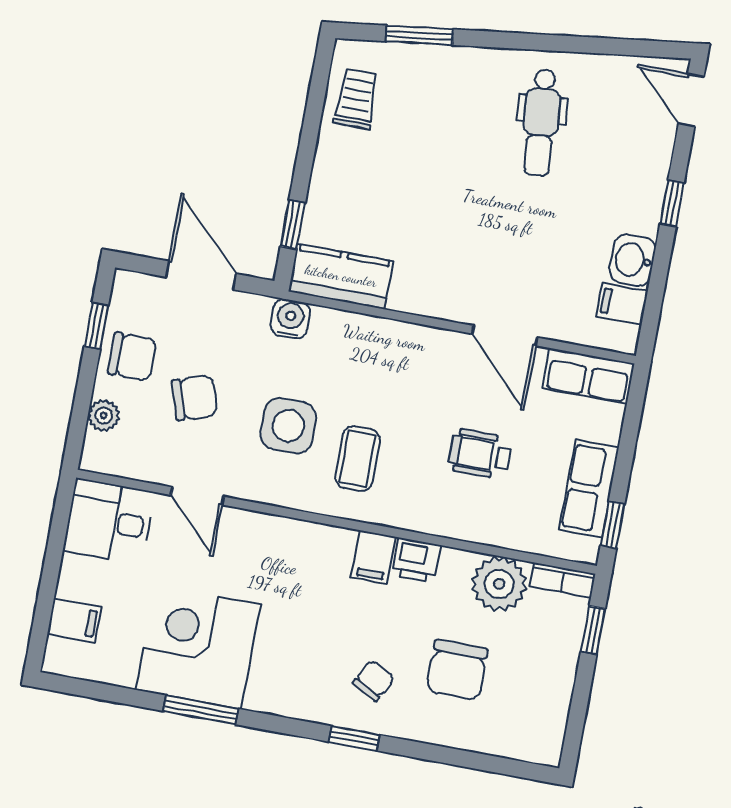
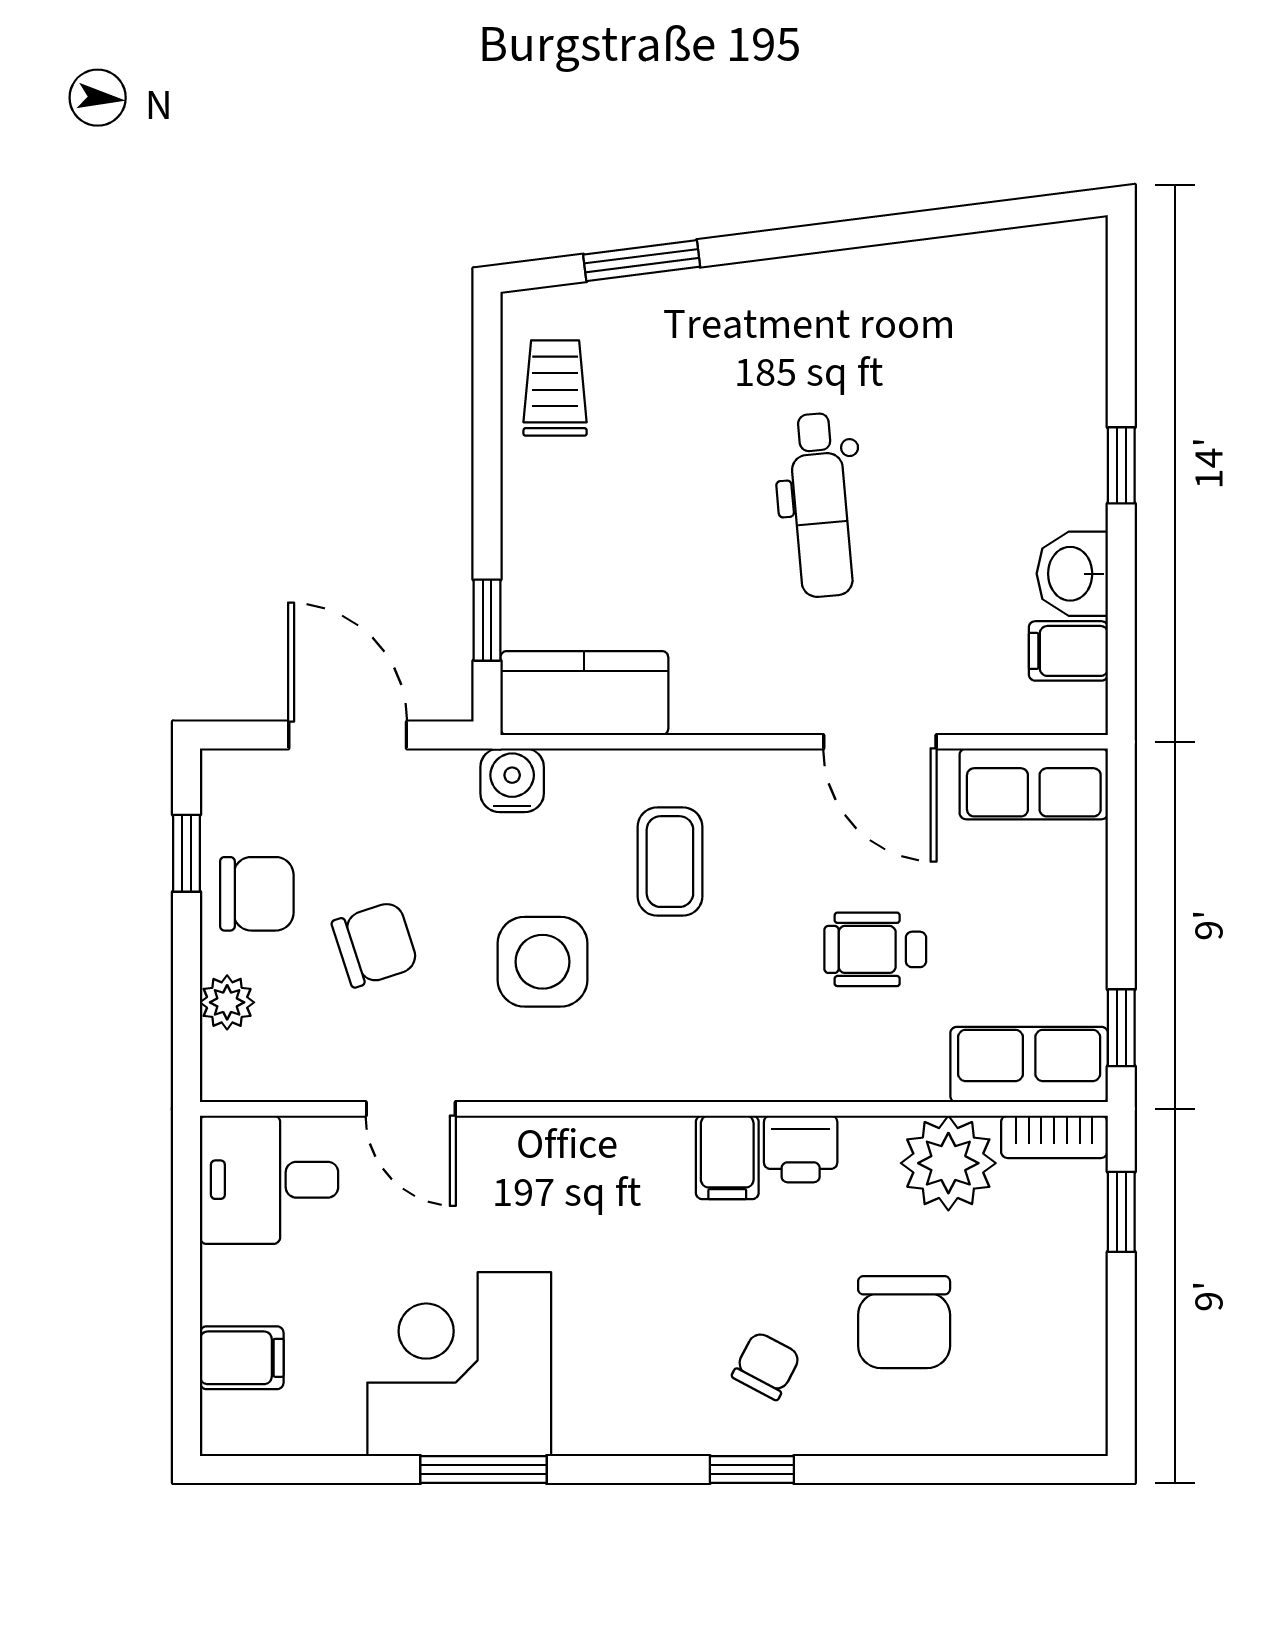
door: (691, 100) -> (1121, 286), removed
dental chair: (541, 123) -> (821, 505), moved
coffee table: (358, 459) -> (670, 862), moved
row of seats: (589, 489) -> (1029, 1065), moved, turned 90

